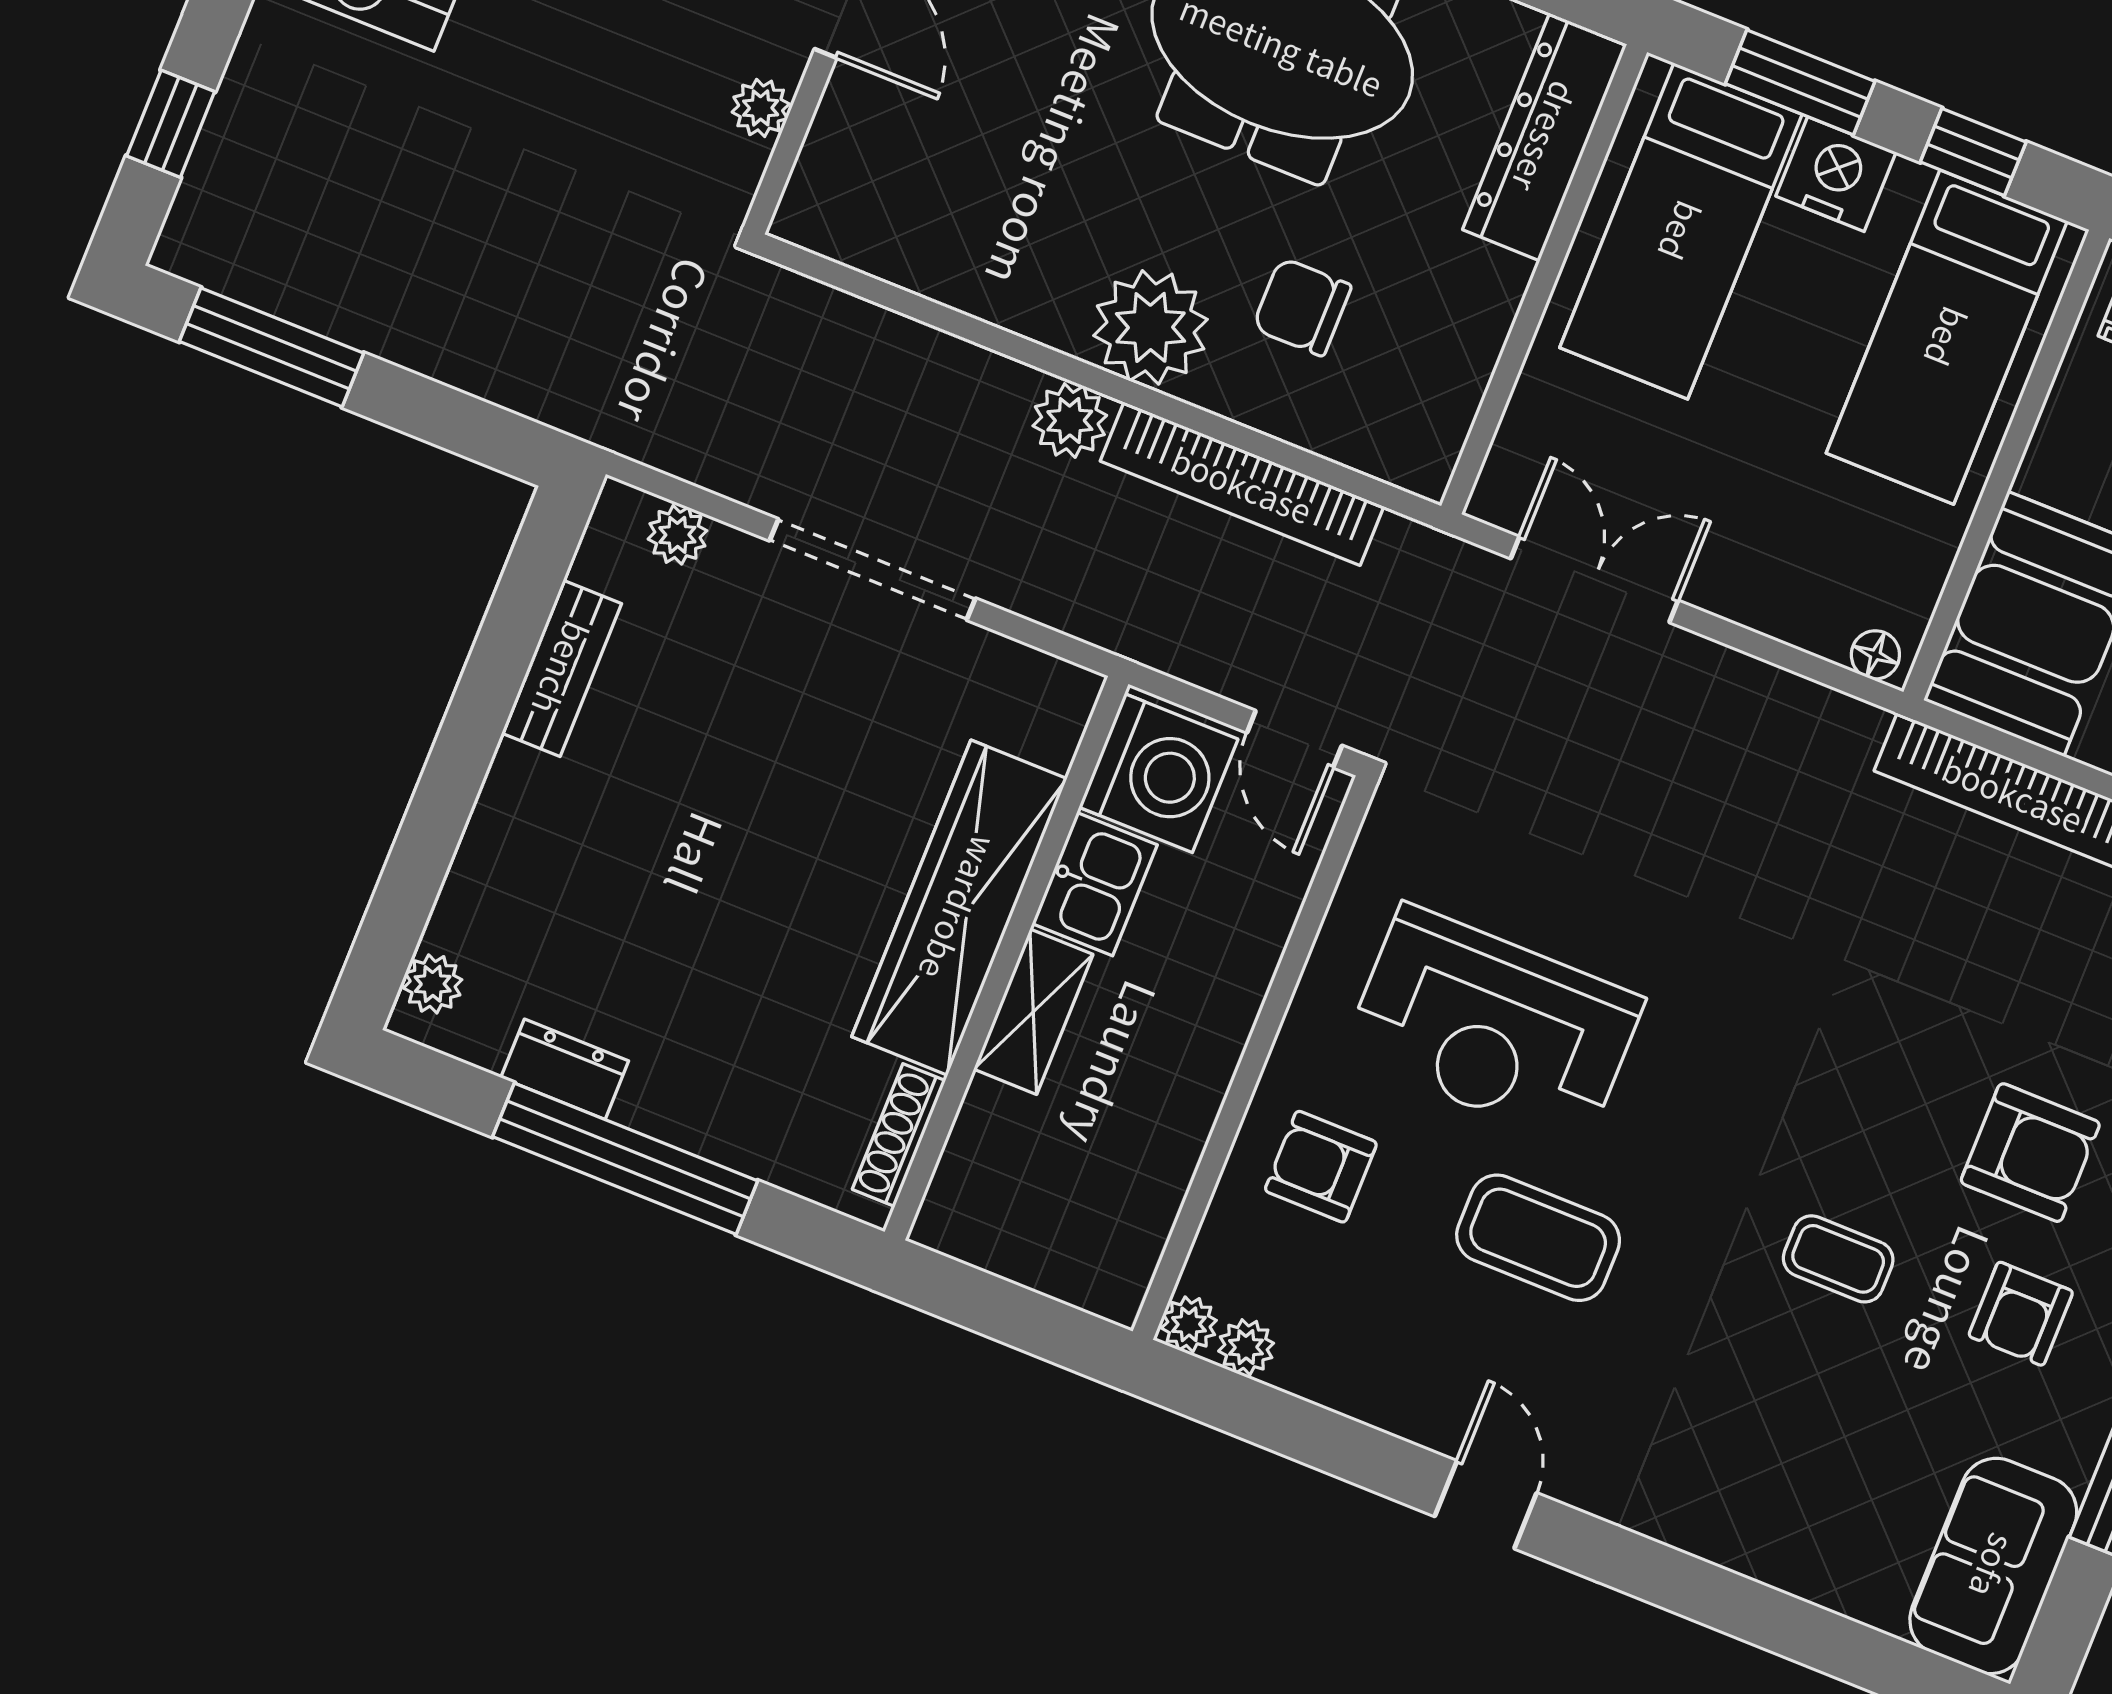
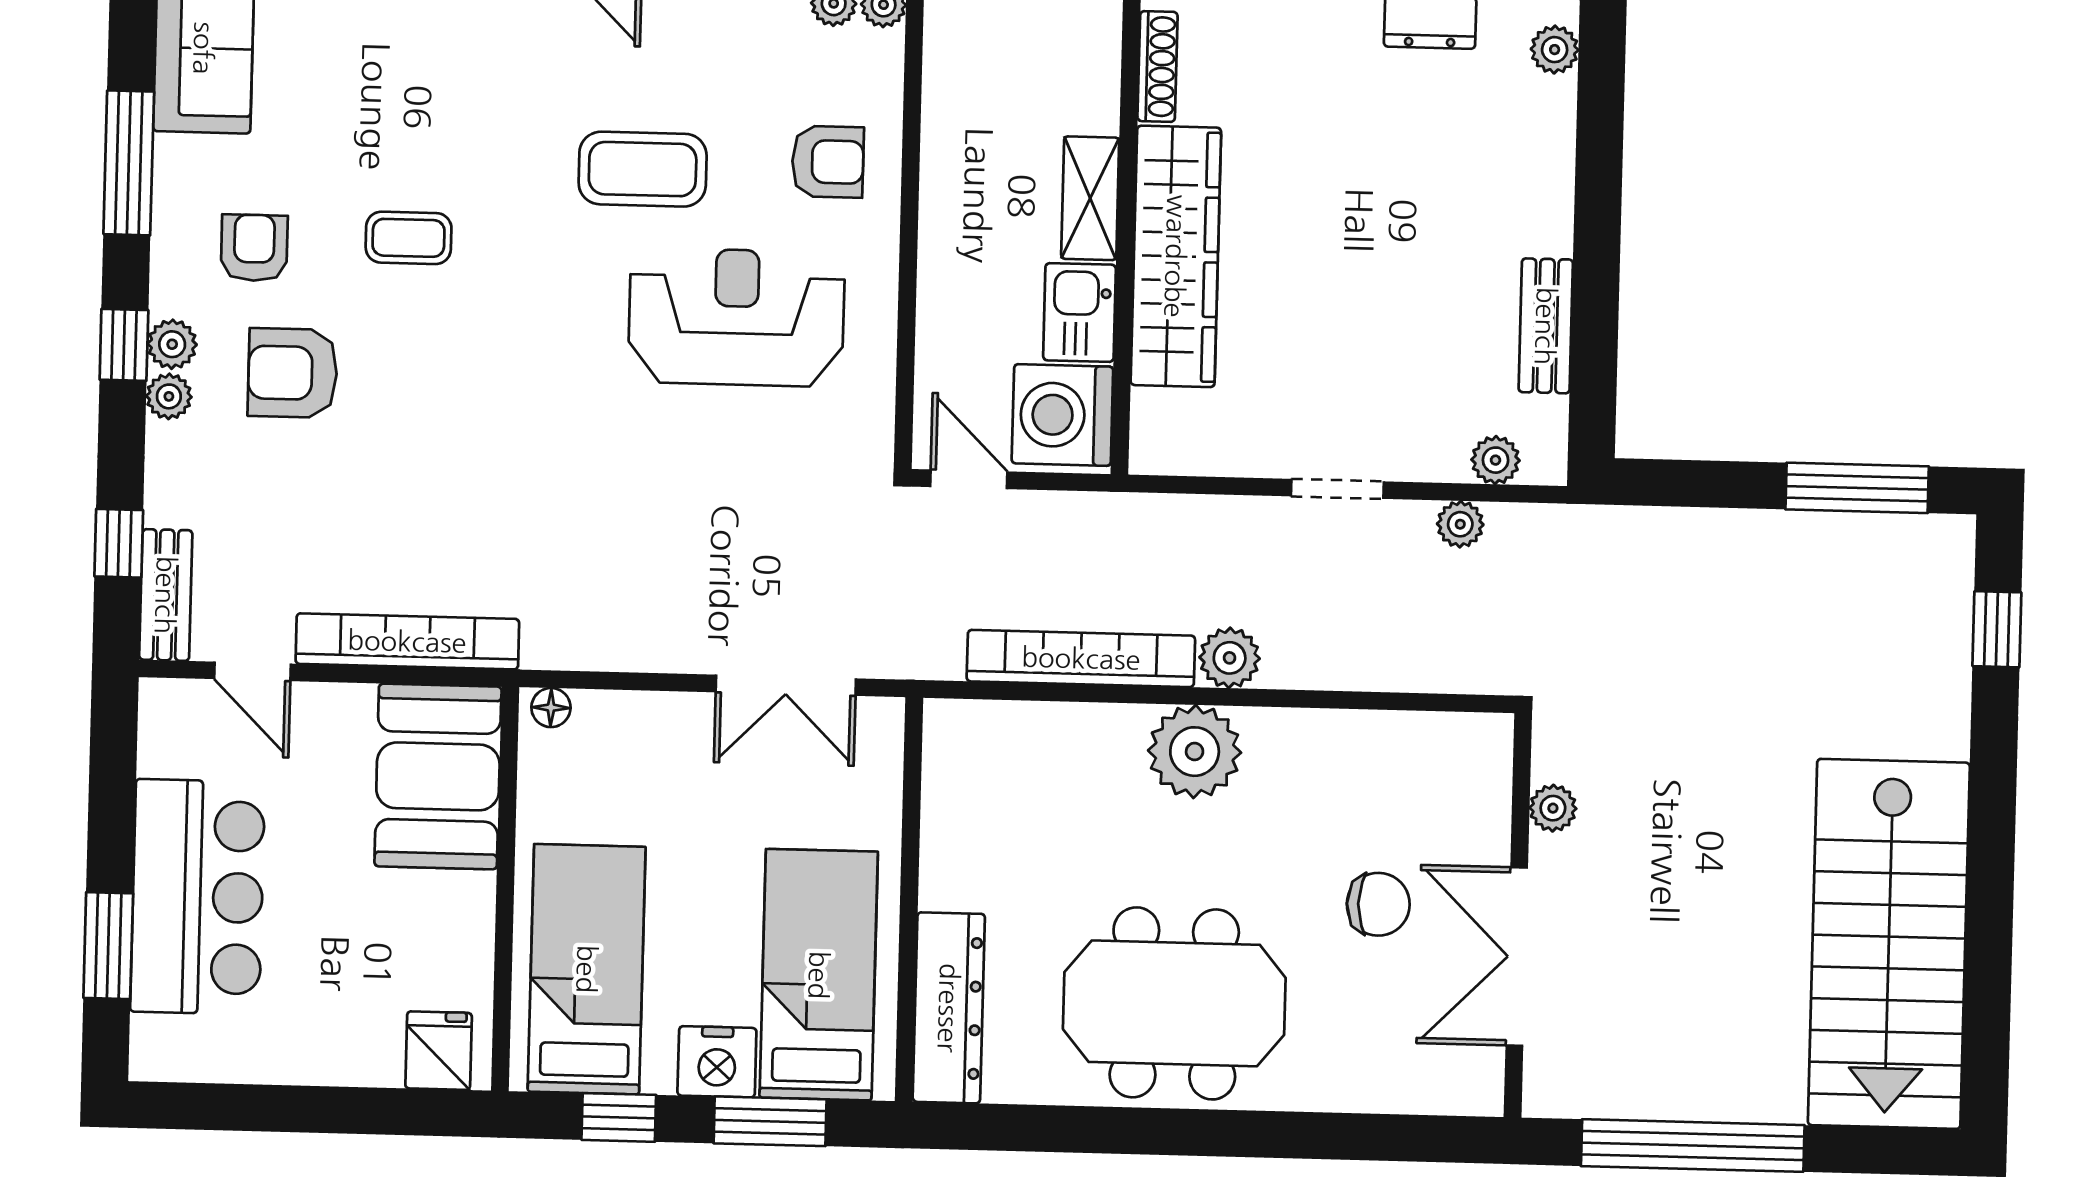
chair: (1302, 307) -> (1378, 904), moved
plant: (746, 476) -> (1460, 524), added
doorway: (872, 569) -> (1337, 489), width x0.53

